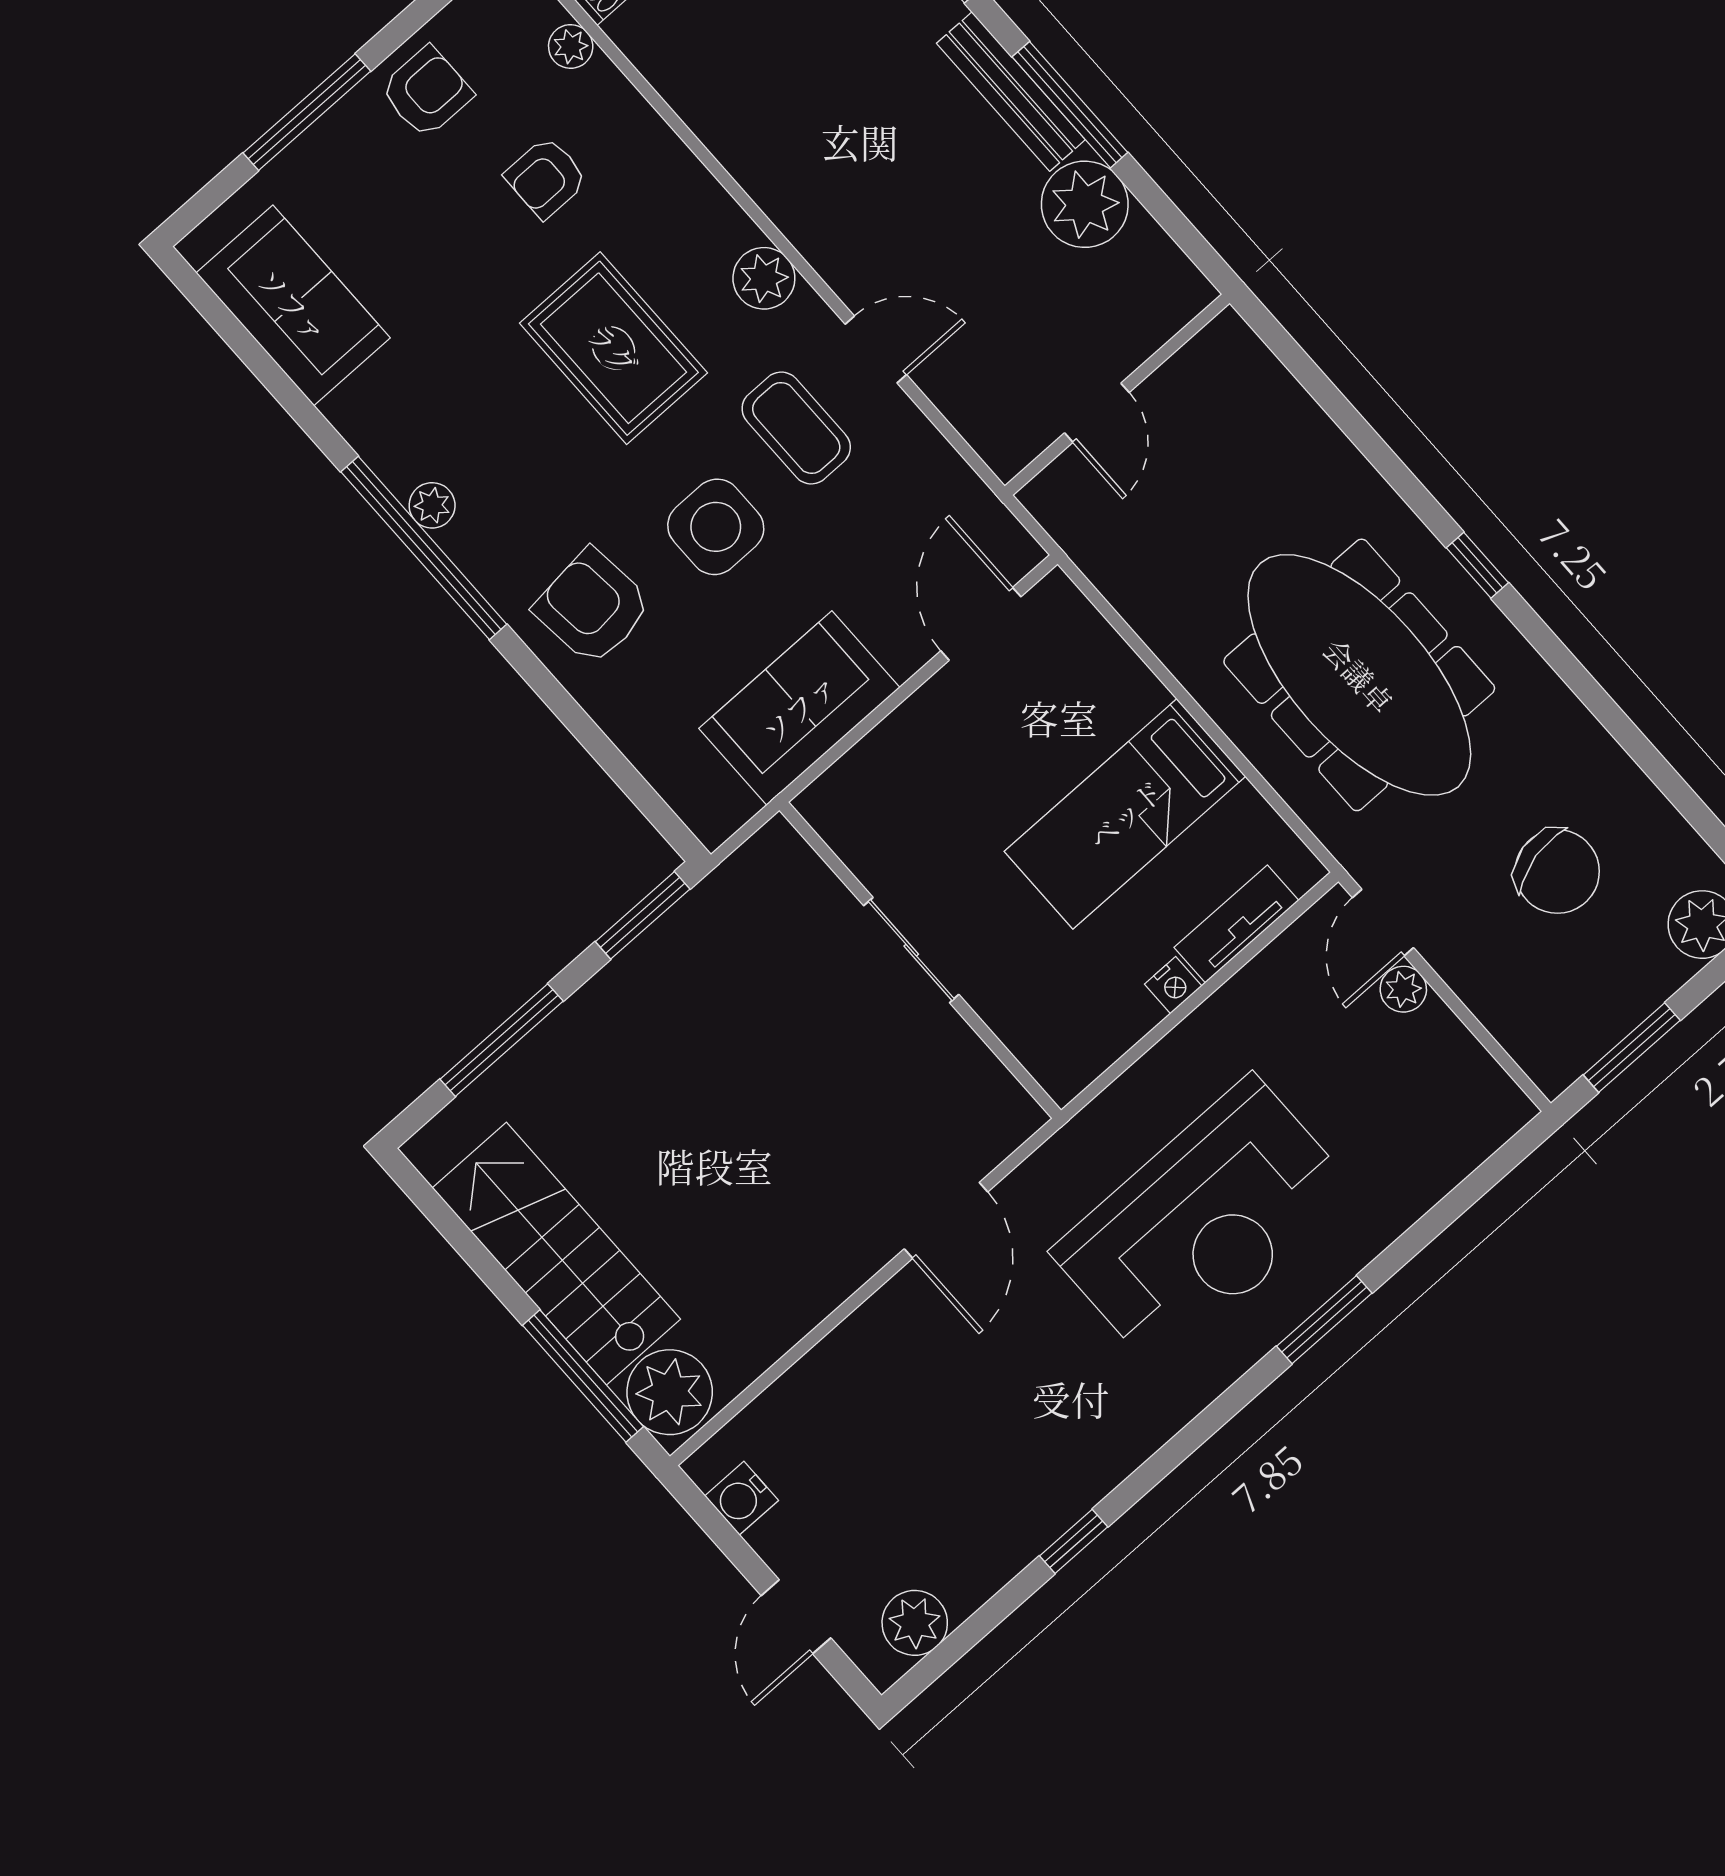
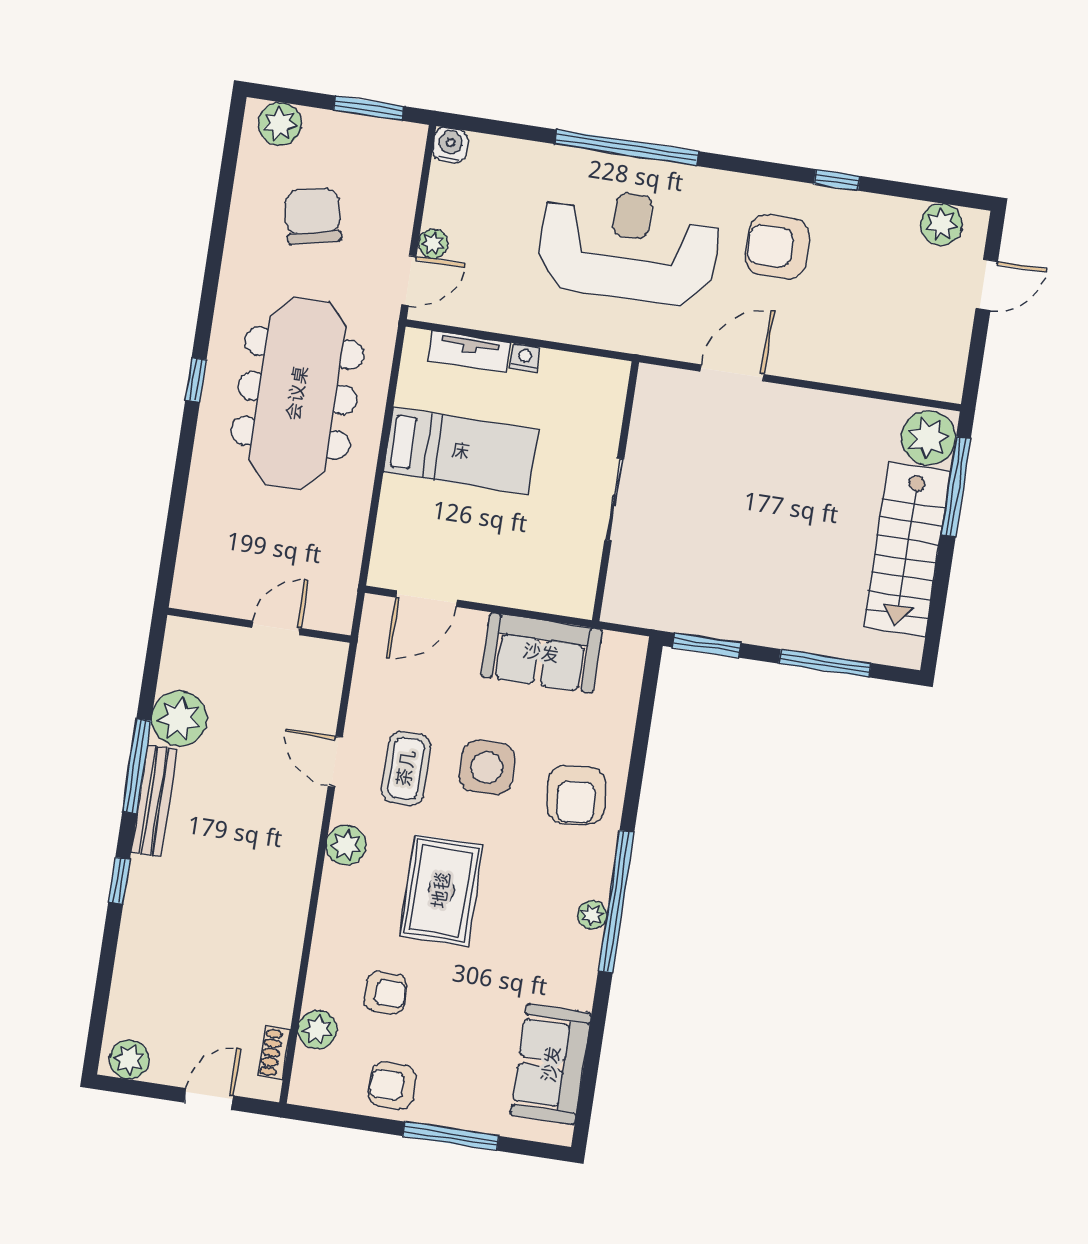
plant: (571, 46) -> (317, 1030), width x1.38, depth x1.38
window: (1324, 1320) -> (627, 148), width x2.11
armchair: (1052, 1402) -> (777, 247), added
water cooler: (742, 1498) -> (450, 145), moved, turned -90

